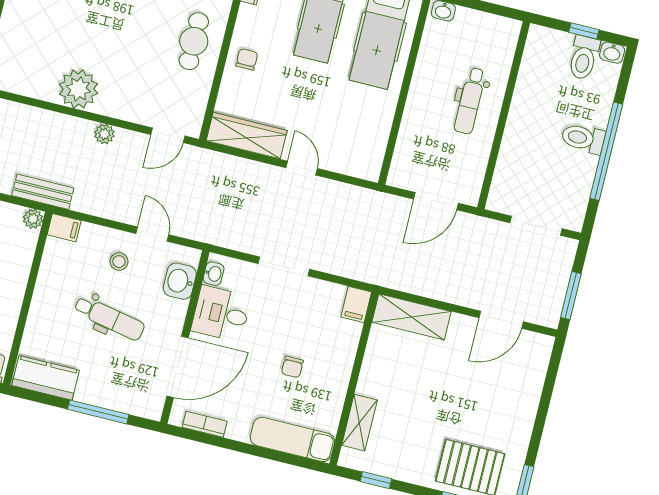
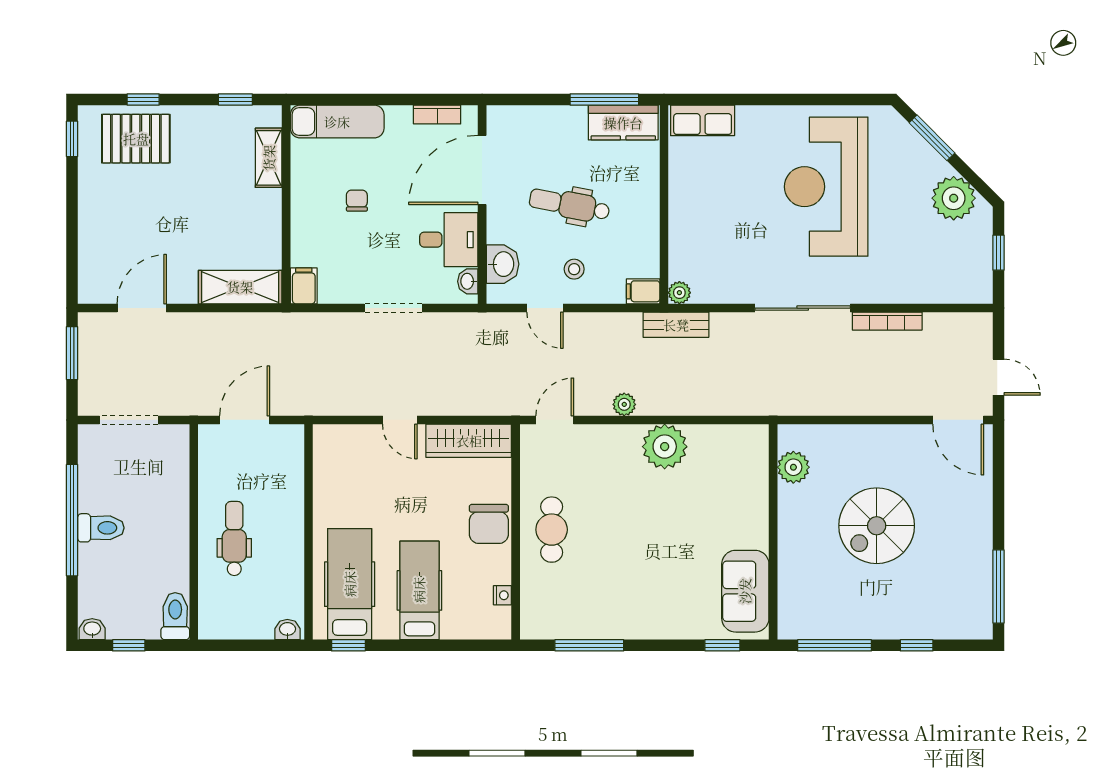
toilet: (584, 58) -> (175, 616), moved
chair: (247, 59) -> (489, 524), width x1.87, depth x1.87
window: (98, 412) -> (604, 99), moved

